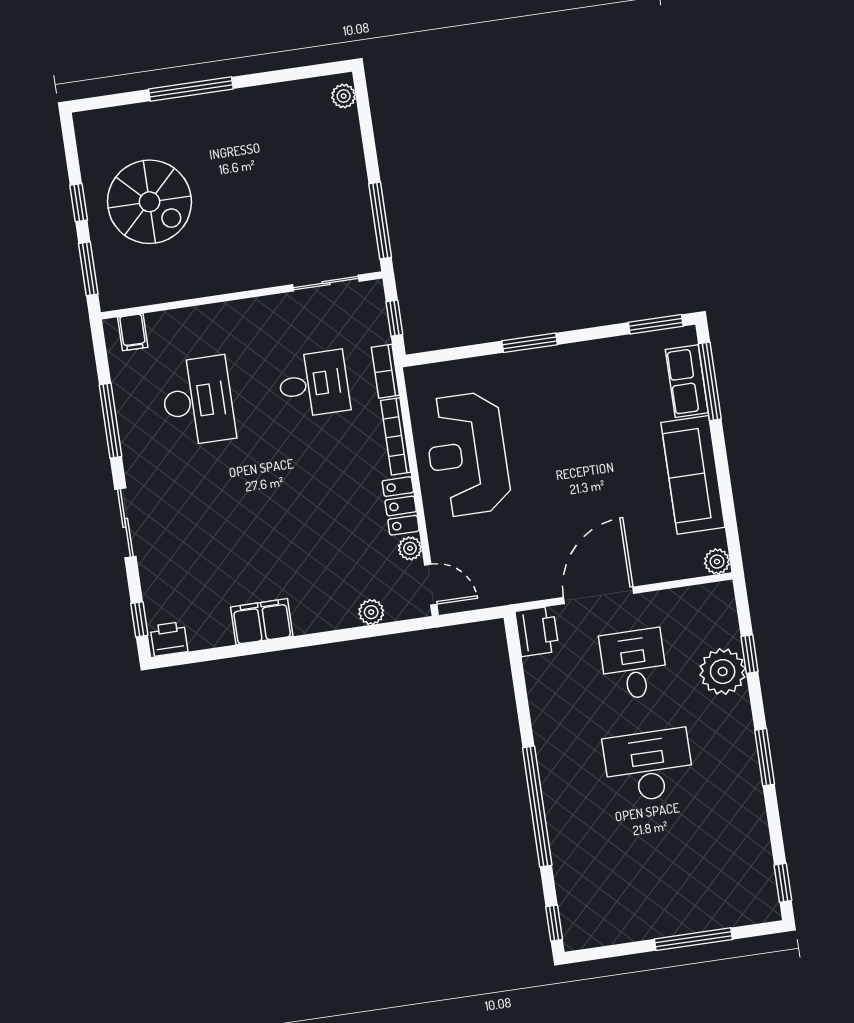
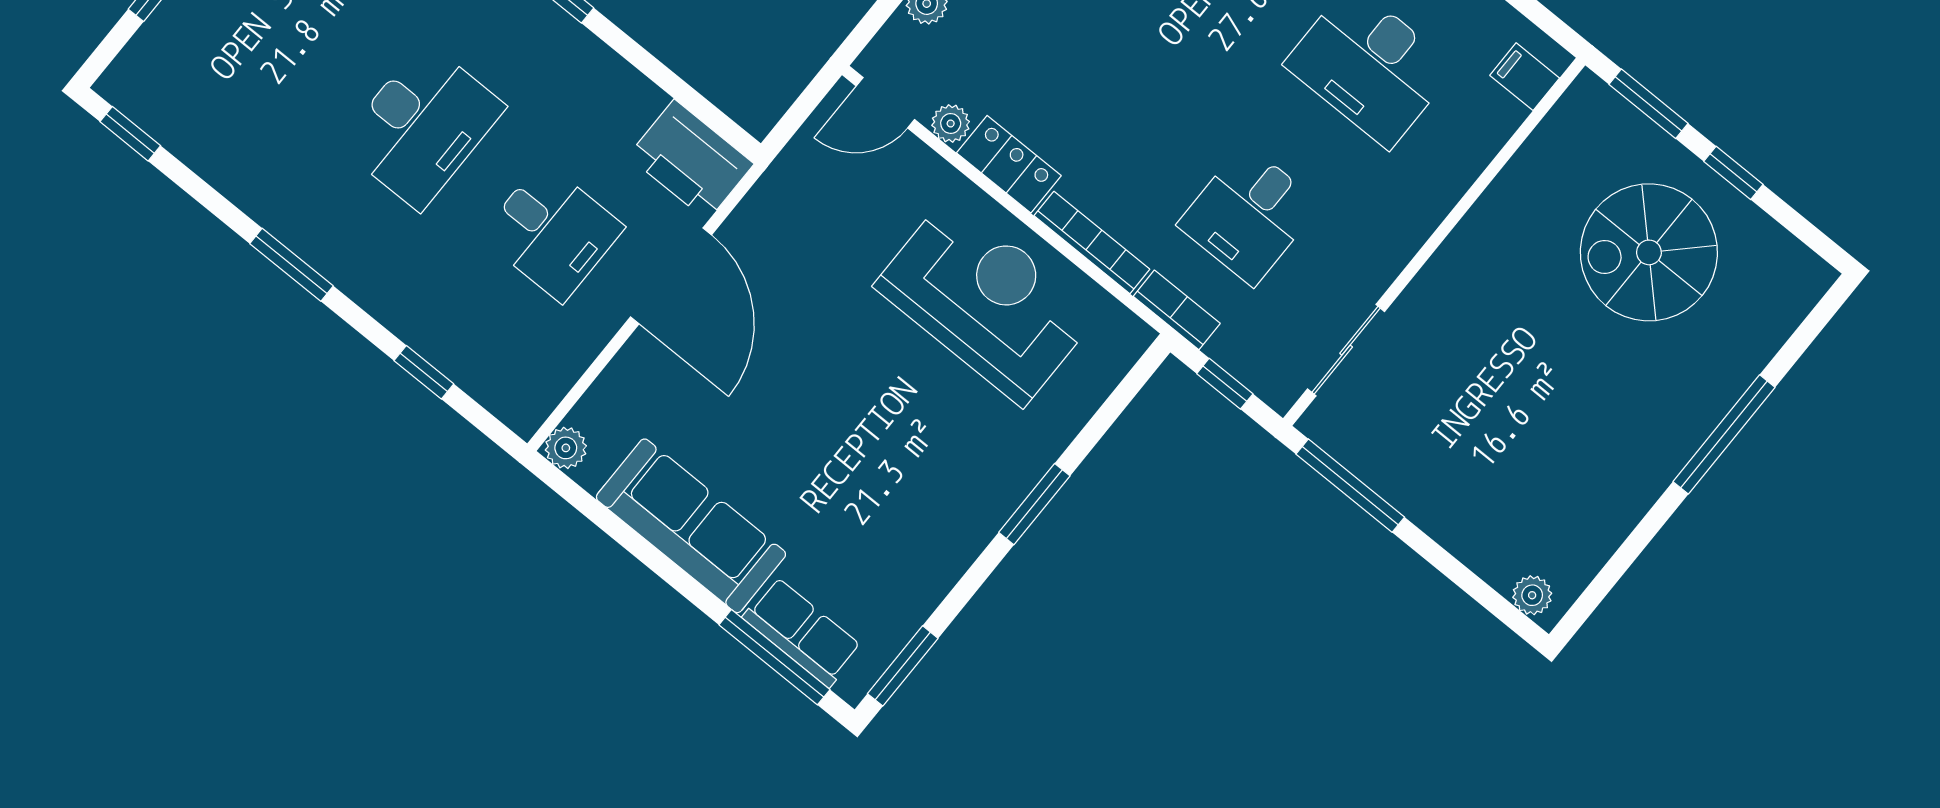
printer: (537, 631) -> (691, 160), width x1.37, depth x1.19
plant: (723, 672) -> (437, 322), removed

